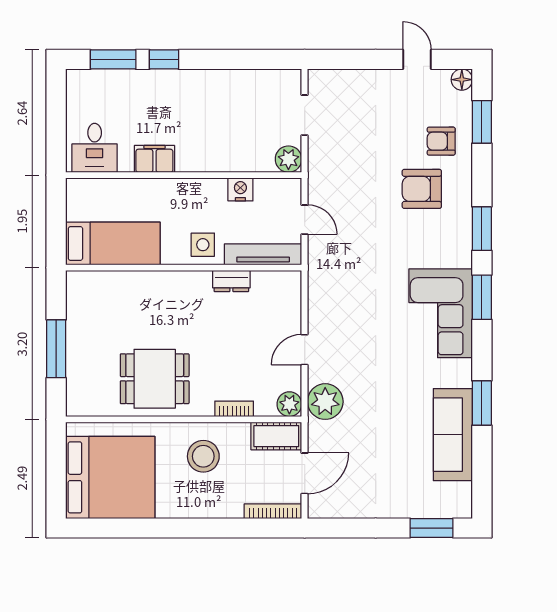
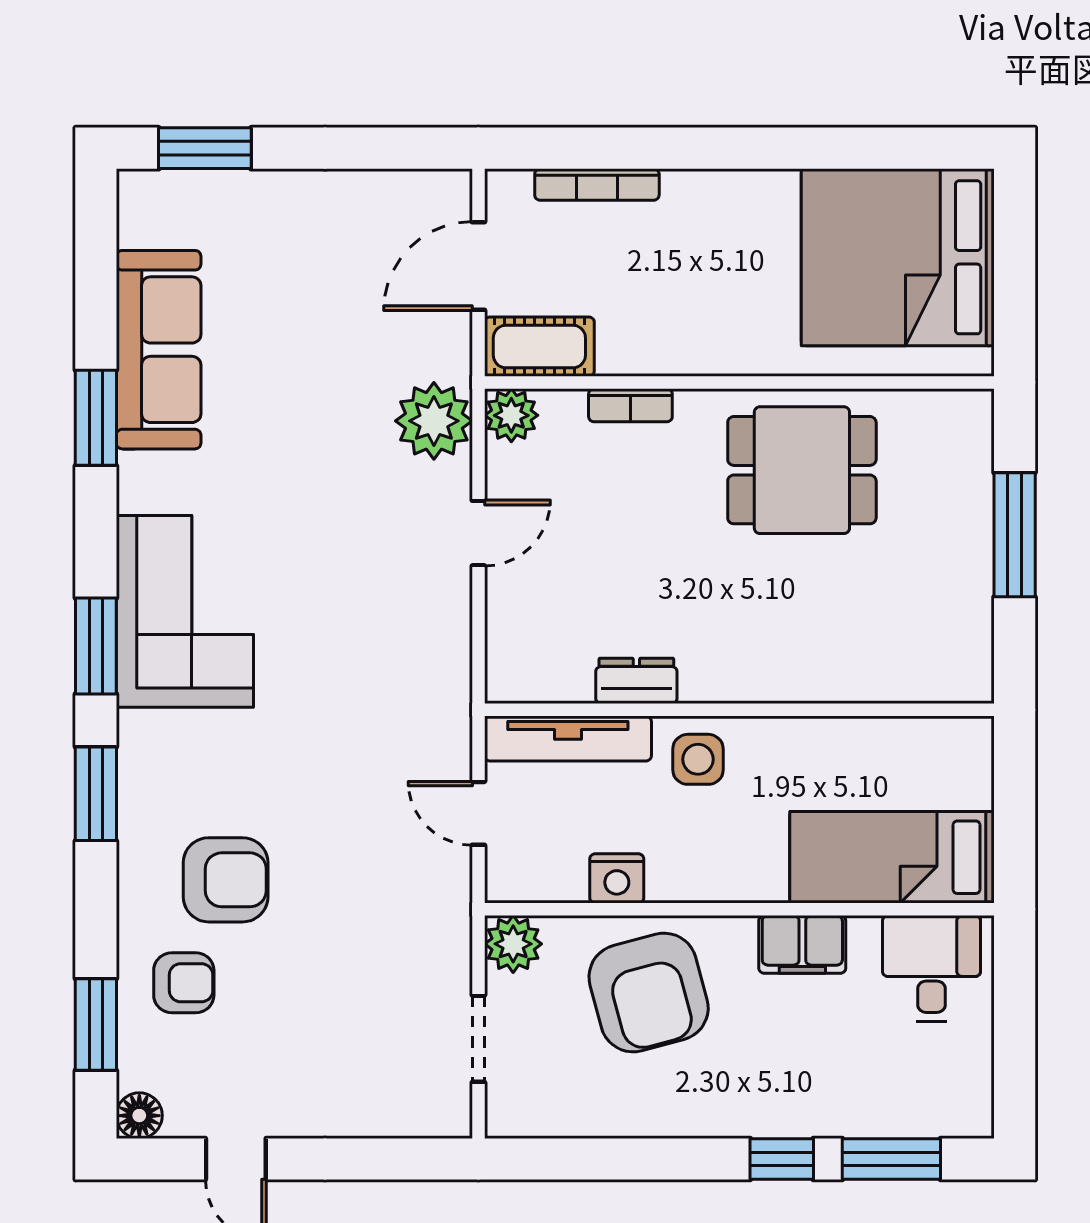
armchair: (226, 137) -> (649, 993), added
bed: (113, 243) -> (892, 857), moved
stool: (203, 456) -> (697, 303), removed
bookcase: (273, 511) -> (597, 185), moved

